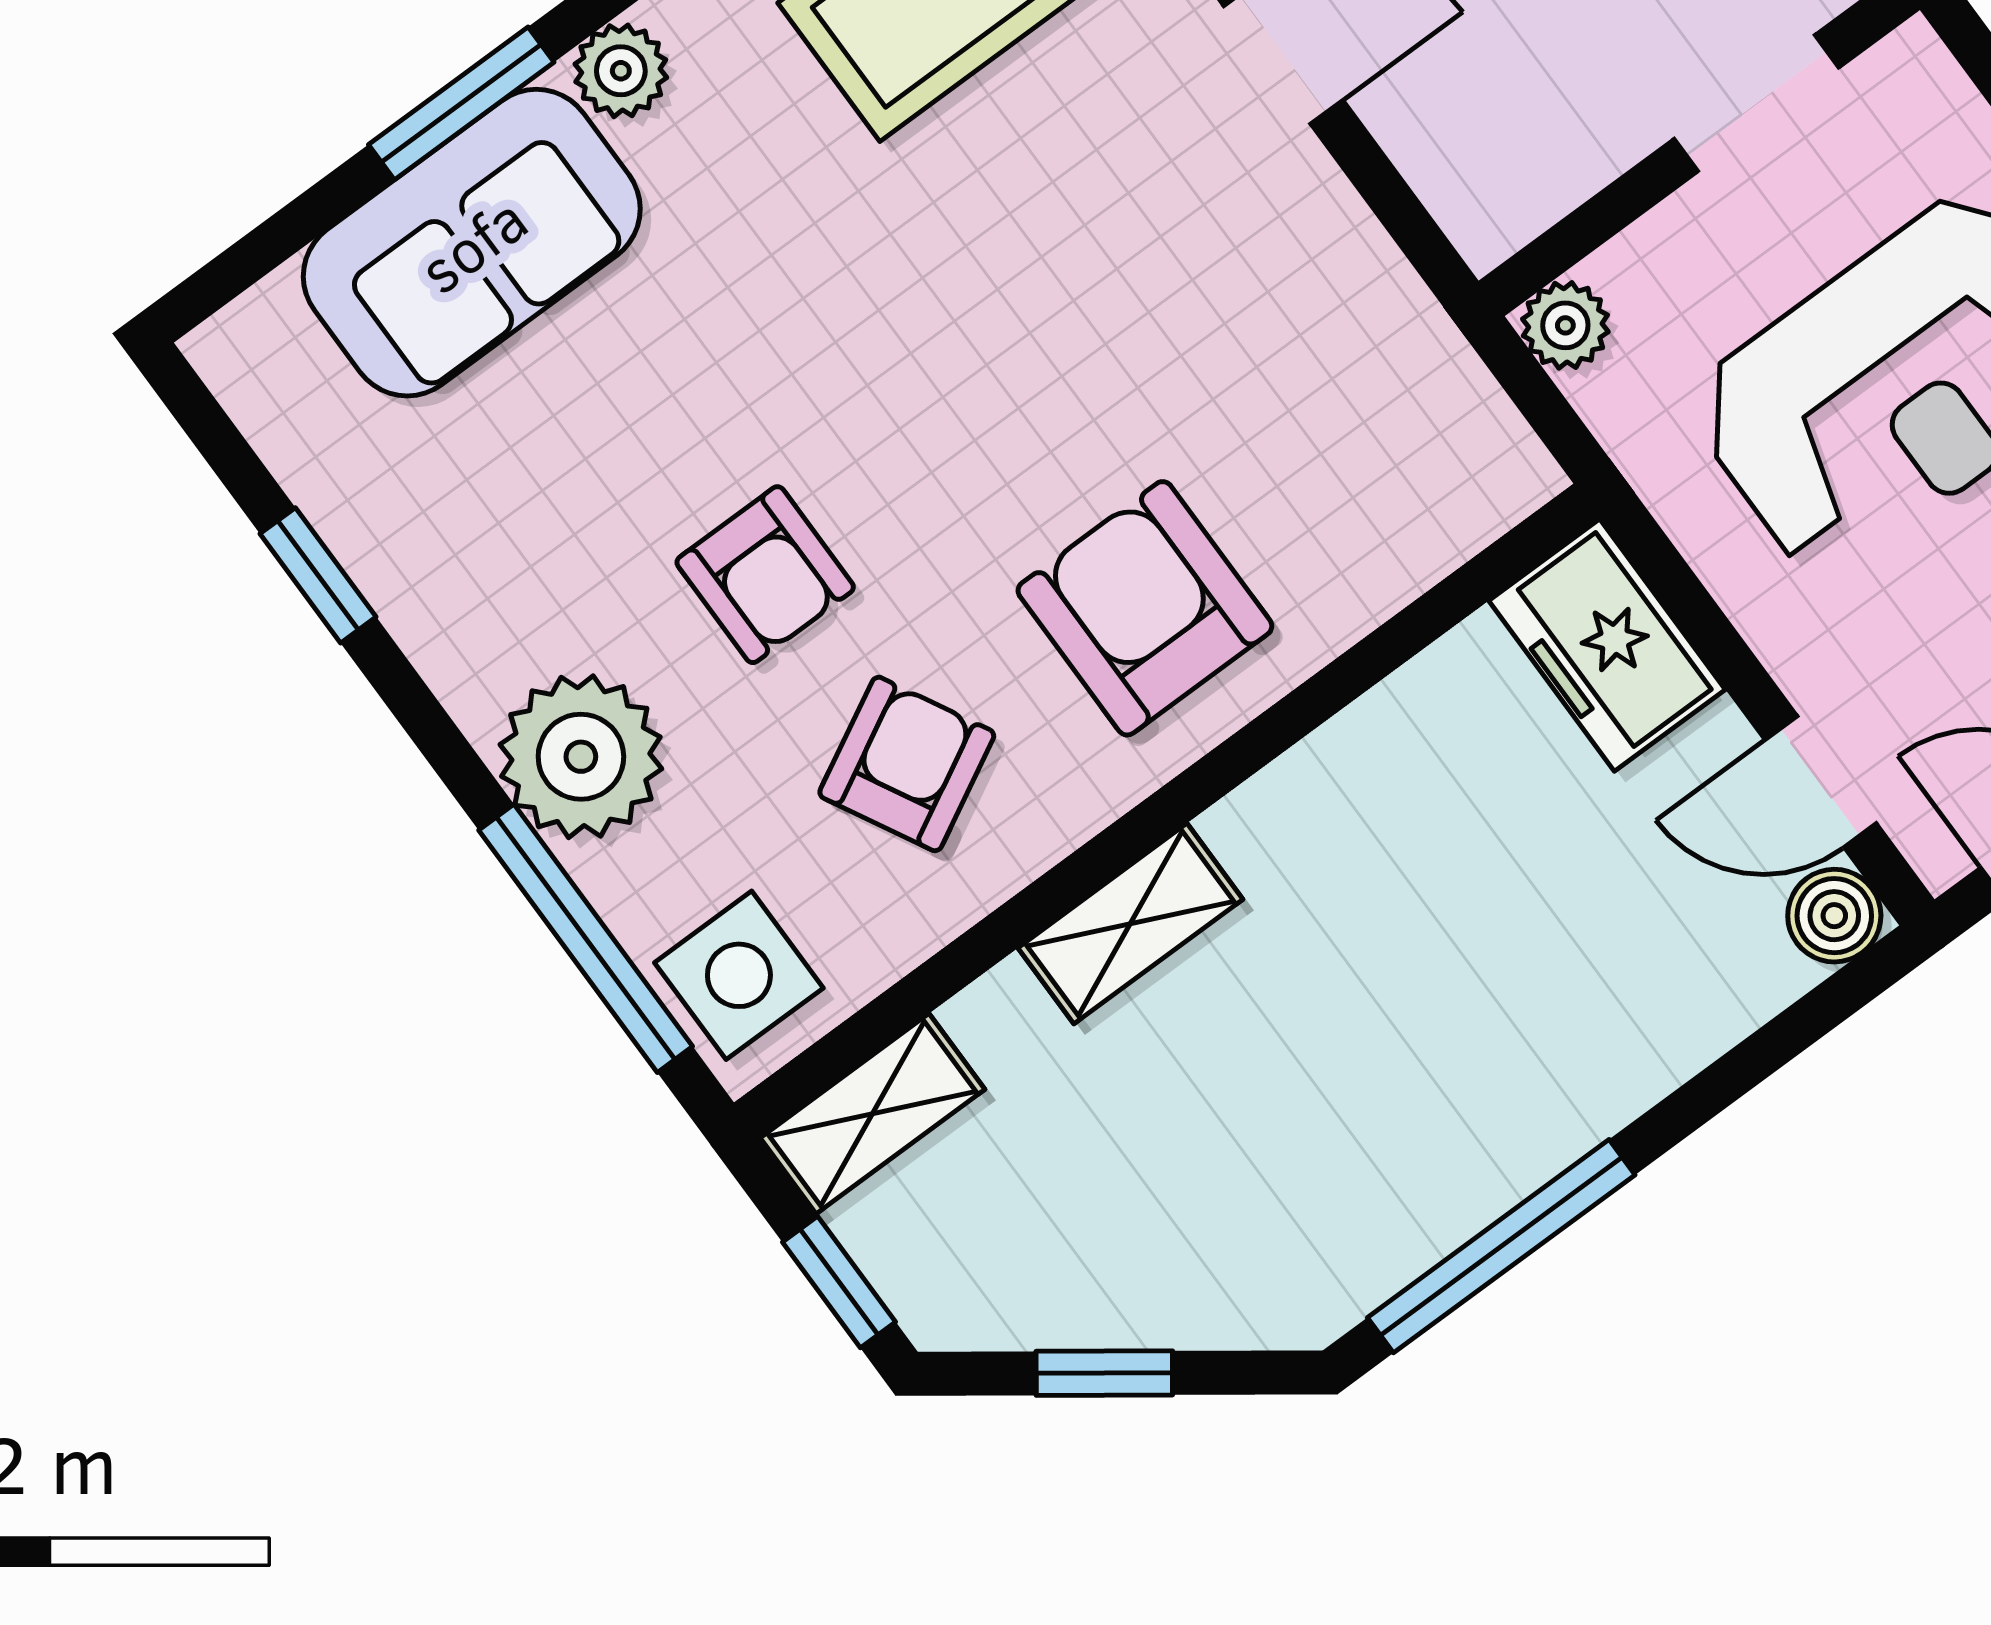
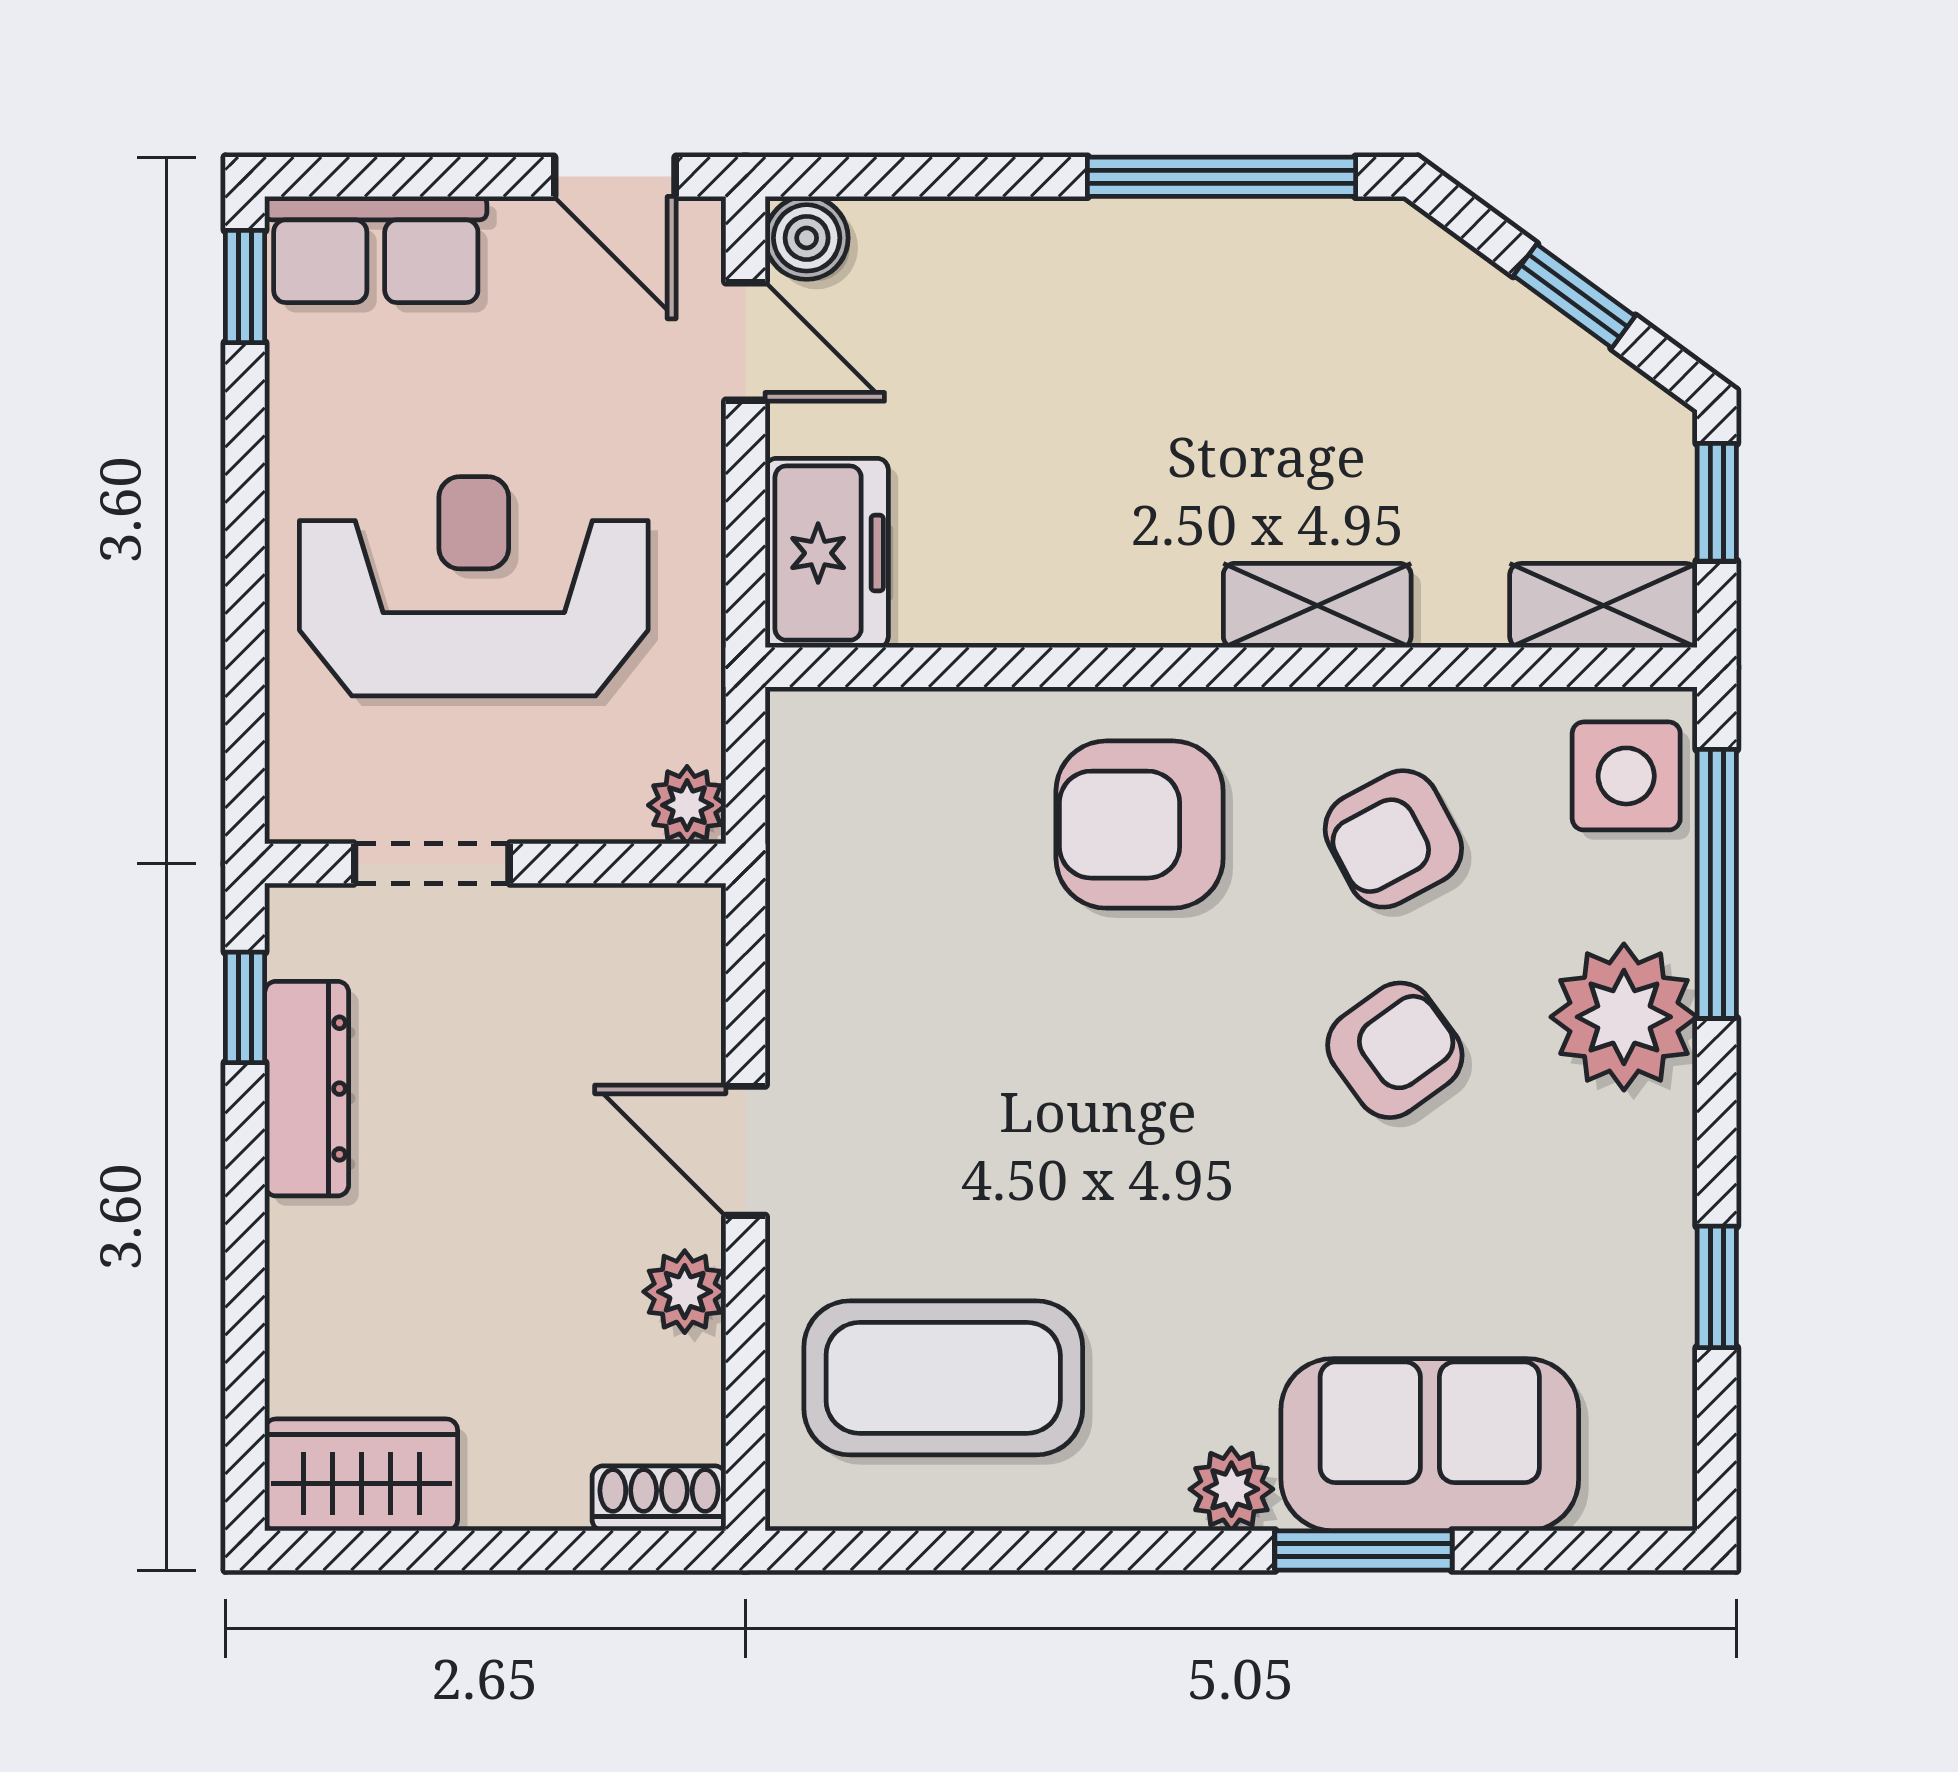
armchair: (765, 575) -> (1395, 1050), turned 54
armchair: (1145, 608) -> (1140, 825), turned 90

